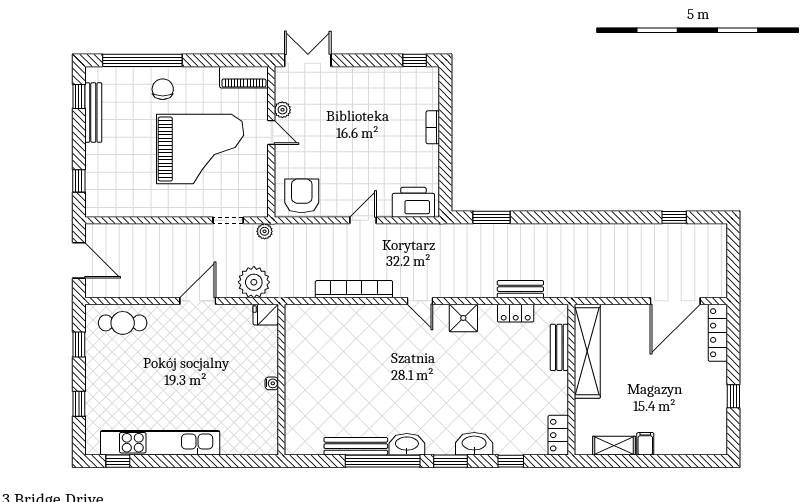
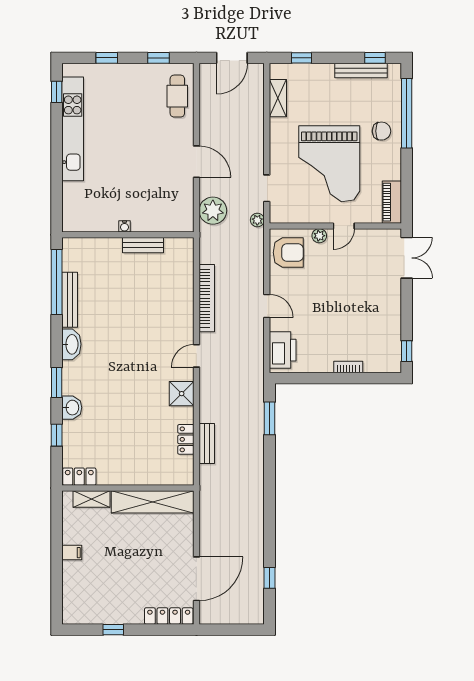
plant: (282, 110) -> (319, 236), moved
shelving: (125, 208) -> (278, 98), added
door: (675, 301) -> (196, 579), swing flipped
fridge: (266, 315) -> (185, 221), removed
bench: (559, 347) -> (143, 245), moved
washbasin: (474, 444) -> (72, 408), width x0.72
shelving: (614, 446) -> (91, 499), moved, turned 90
window: (383, 461) -> (57, 282), moved

